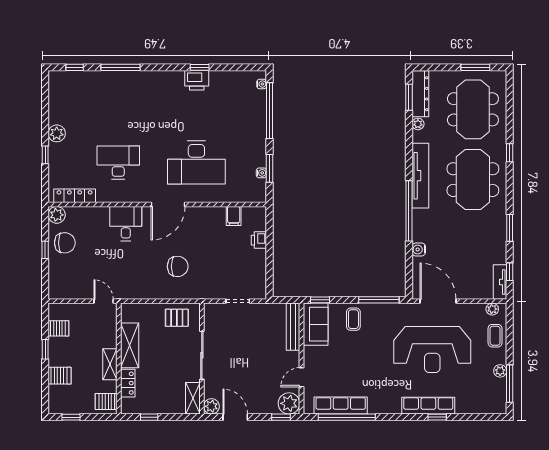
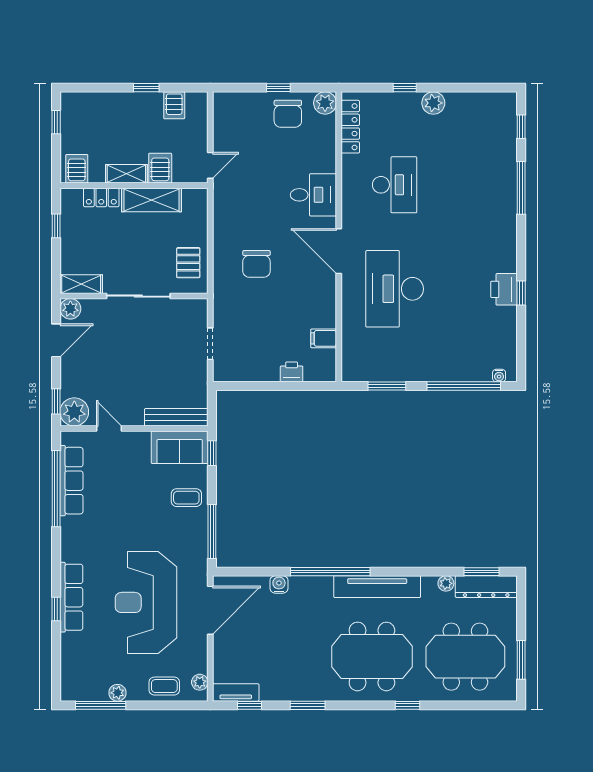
water cooler: (261, 173) -> (381, 375), removed
server rack: (59, 376) -> (160, 168), moved, turned 180

